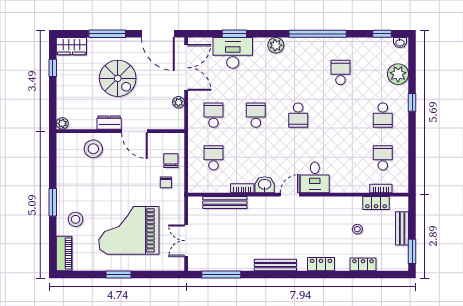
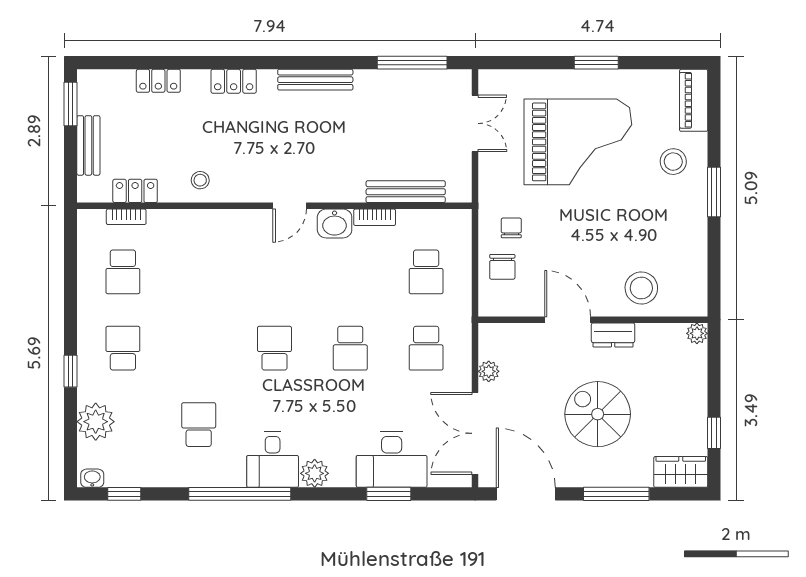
school desk: (340, 72) -> (199, 425), turned 180
desk: (315, 177) -> (273, 460), moved, turned 180
stool: (357, 229) -> (200, 180), moved

